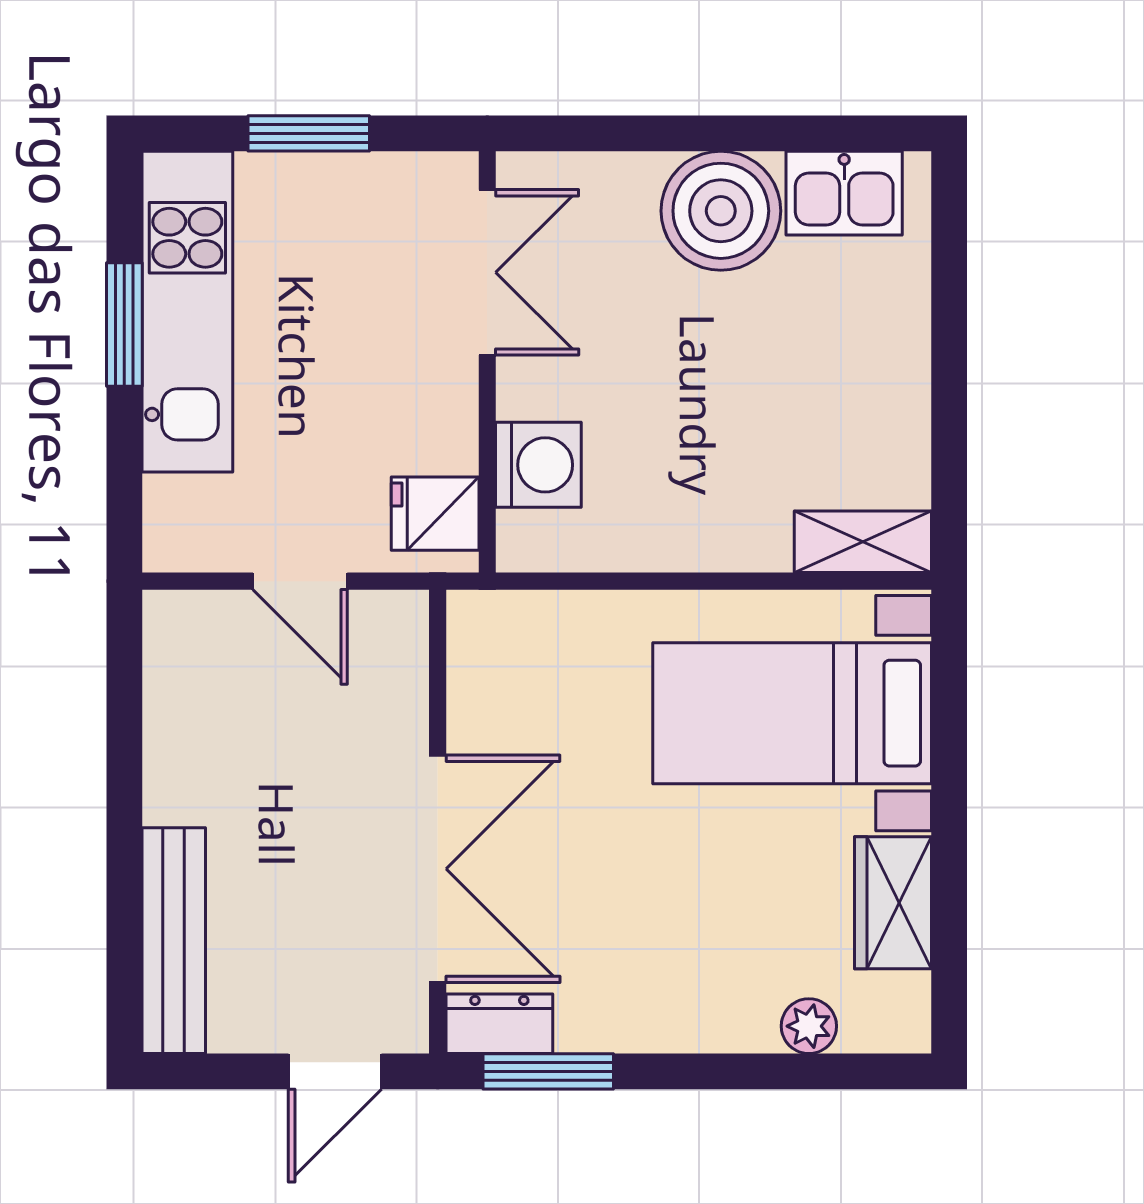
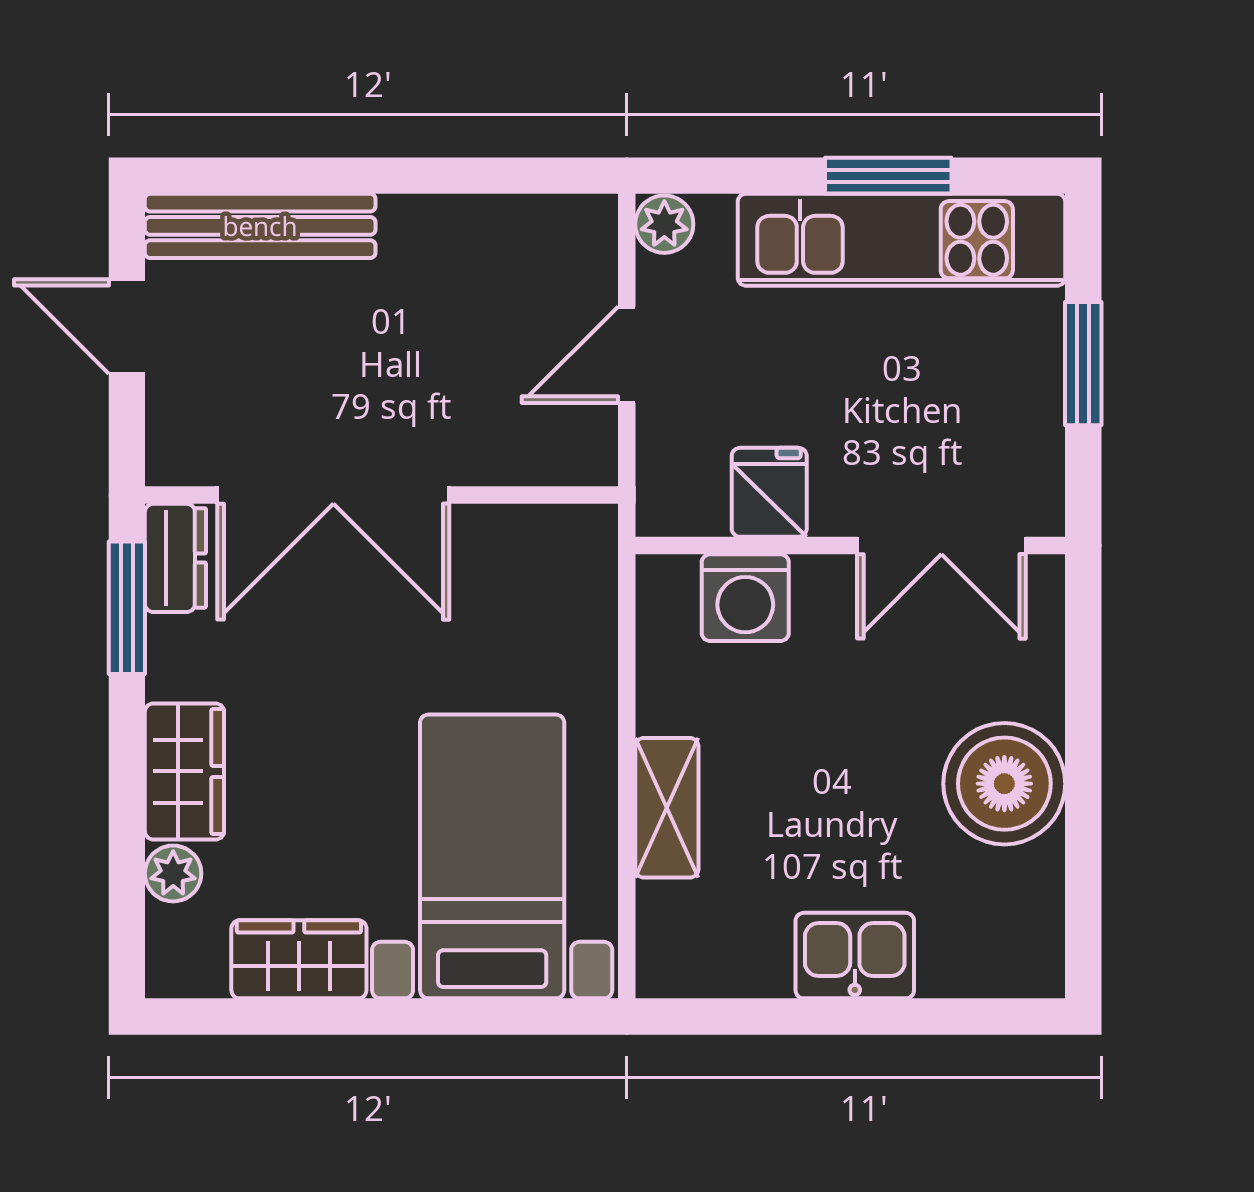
kitchen sink: (844, 193) -> (855, 956), moved, turned 90
fridge: (435, 514) -> (769, 492), moved
shelving: (863, 542) -> (667, 808), moved
plant: (172, 544) -> (664, 224), added
wardrobe: (709, 1015) -> (184, 771), added
door: (335, 1071) -> (127, 327), moved

